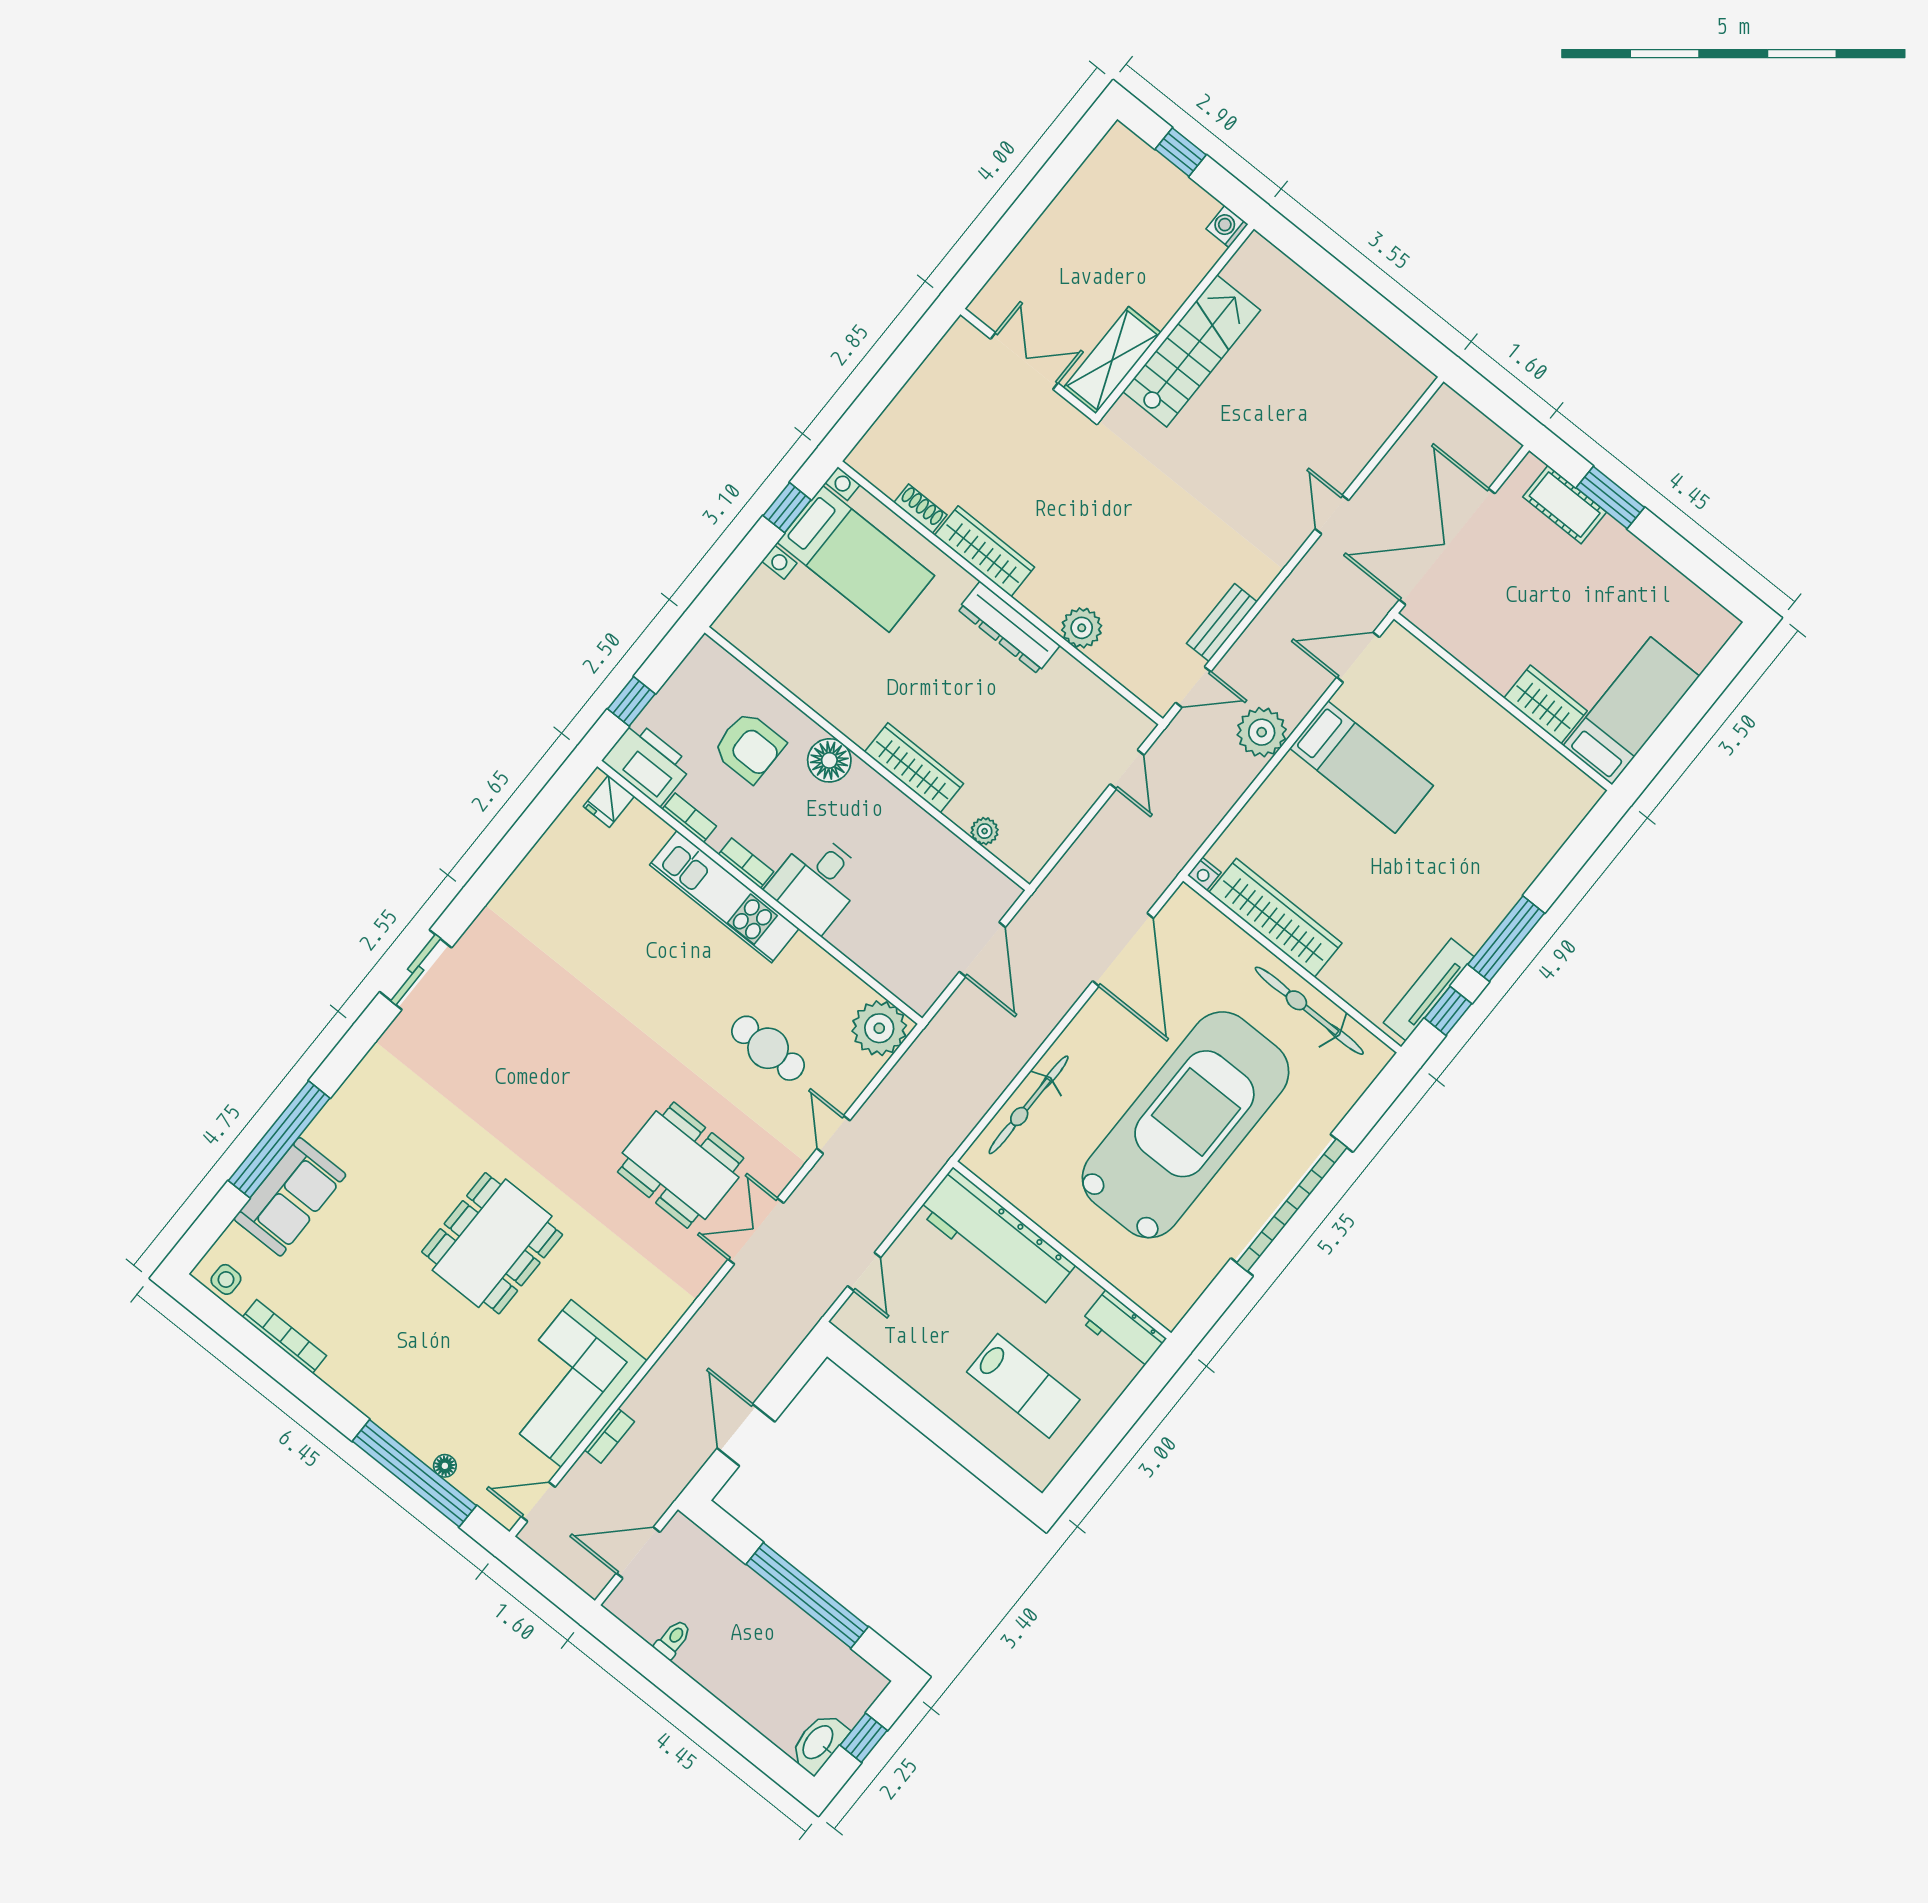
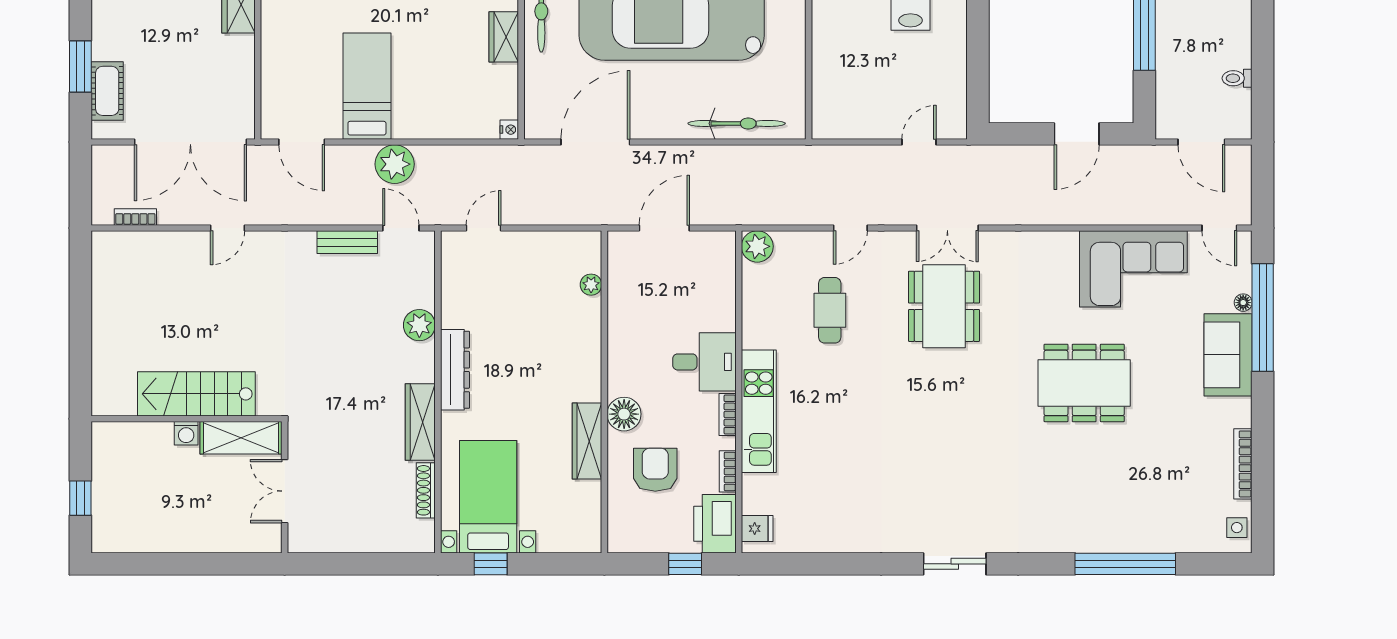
washing machine: (1227, 226) -> (186, 433), moved
shoe rack: (920, 509) -> (426, 490), width x1.43
wardrobe: (914, 768) -> (587, 441), moved
wardrobe: (1275, 918) -> (504, 37), width x0.48, depth x0.85
plant: (879, 1028) -> (757, 246), width x0.73, depth x0.73
sofa: (290, 1197) -> (1228, 355), moved, turned -90
workbench: (996, 1238) -> (834, 78), removed
bookcase: (609, 1436) -> (135, 217), moved

